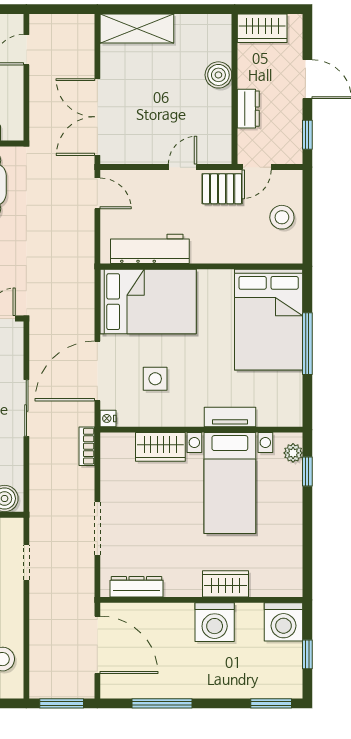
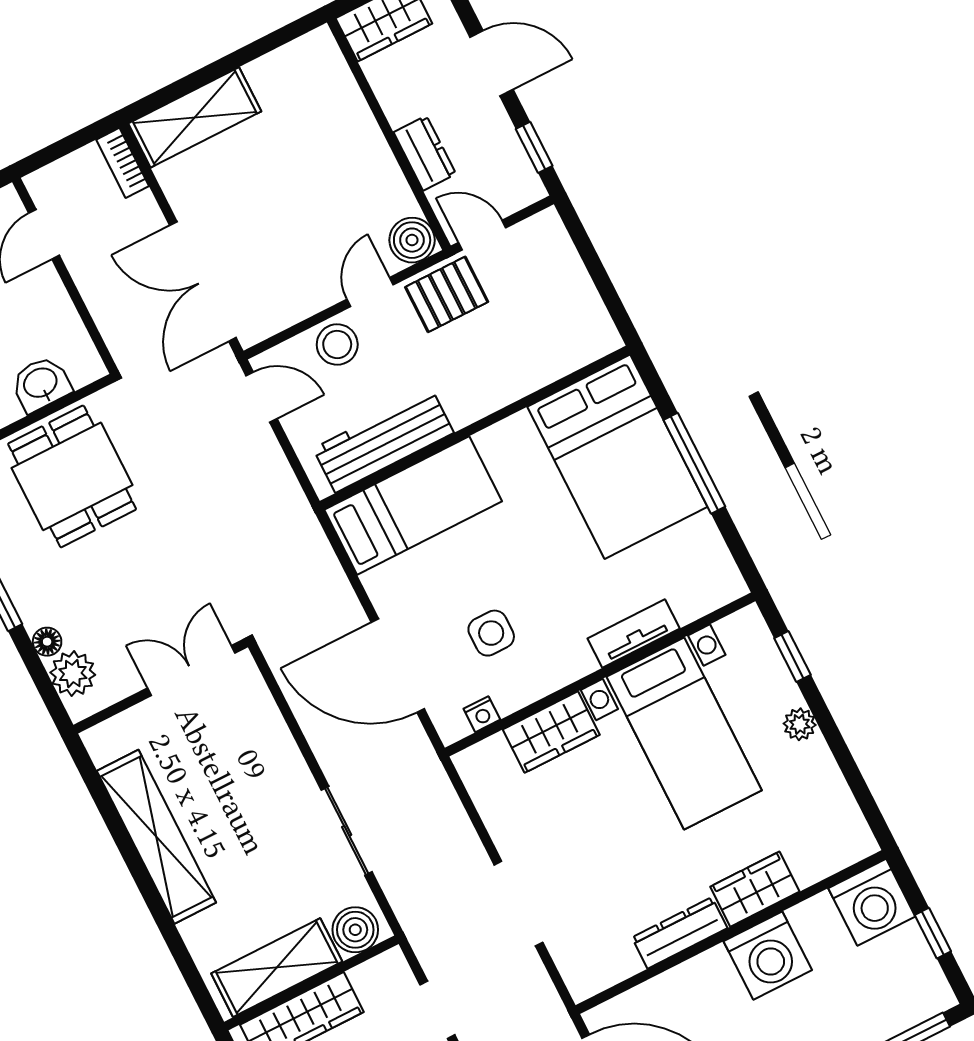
boiler: (218, 75) -> (412, 240), moved
door: (257, 167) -> (482, 235), swing flipped
stool: (282, 217) -> (337, 344), moved
bed: (148, 302) -> (413, 505), width x0.67
door: (97, 371) -> (398, 666), hinge flipped
sliding door: (26, 408) -> (347, 831), moved
nightstand: (108, 418) -> (482, 714), moved, turned -90
bookcase: (87, 446) -> (123, 163), moved
plant: (293, 453) -> (800, 724), moved
dresser: (137, 587) -> (680, 933), moved

